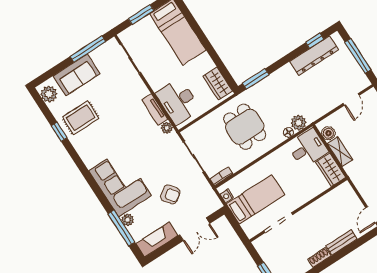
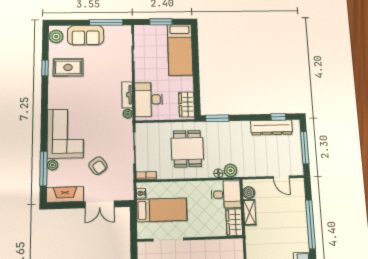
door: (351, 99) -> (281, 177), hinge flipped

